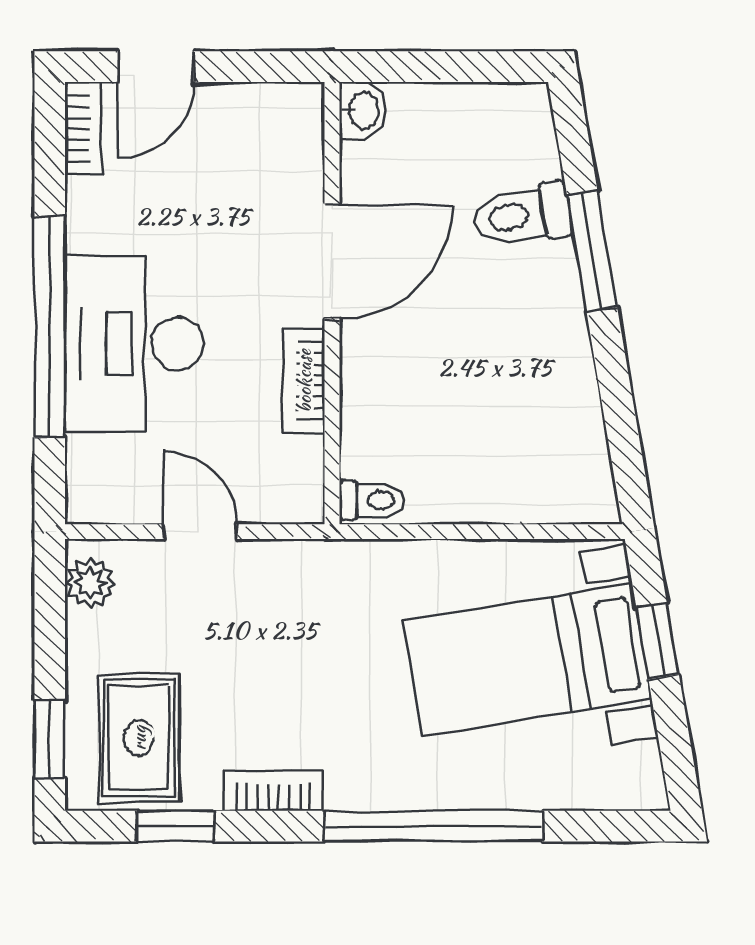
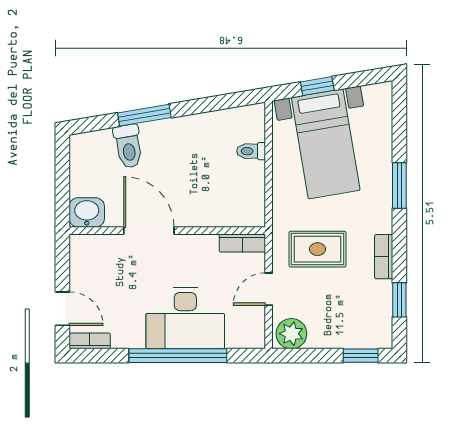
washbasin: (362, 110) -> (87, 212), width x1.38, depth x1.45
bookcase: (304, 381) -> (242, 243), moved
toilet: (372, 500) -> (251, 151), moved, turned -90
plant: (90, 583) -> (291, 334), width x1.38, depth x1.38
rug: (139, 738) -> (318, 249), moved
window: (434, 826) -> (399, 185), width x0.47

